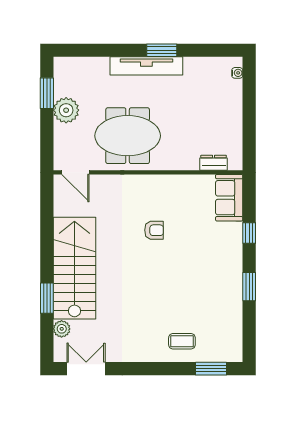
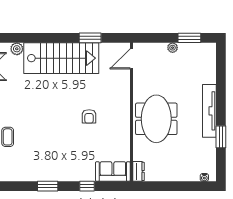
window: (162, 50) -> (221, 137), moved
plant: (66, 110) -> (173, 48), width x0.53, depth x0.53
meeting table: (128, 136) -> (156, 119), moved
dresser: (214, 163) -> (138, 171), moved
window: (47, 298) -> (90, 38), moved

